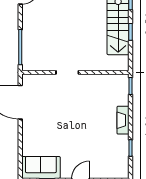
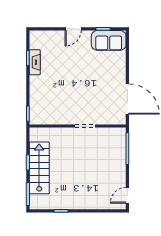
fireplace: (123, 120) -> (35, 62), moved

